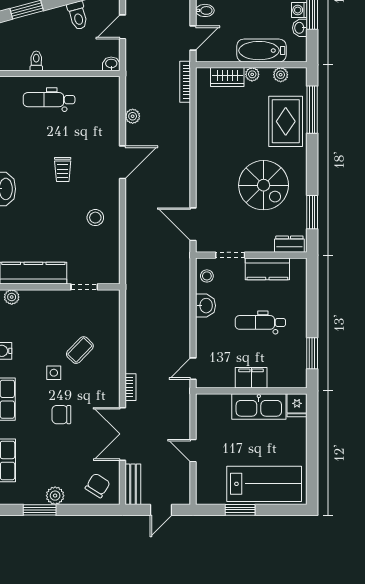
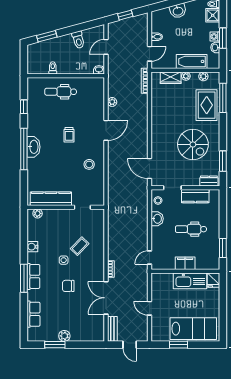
chair: (98, 485) -> (91, 330), removed
door: (161, 510) -> (130, 345), hinge flipped

